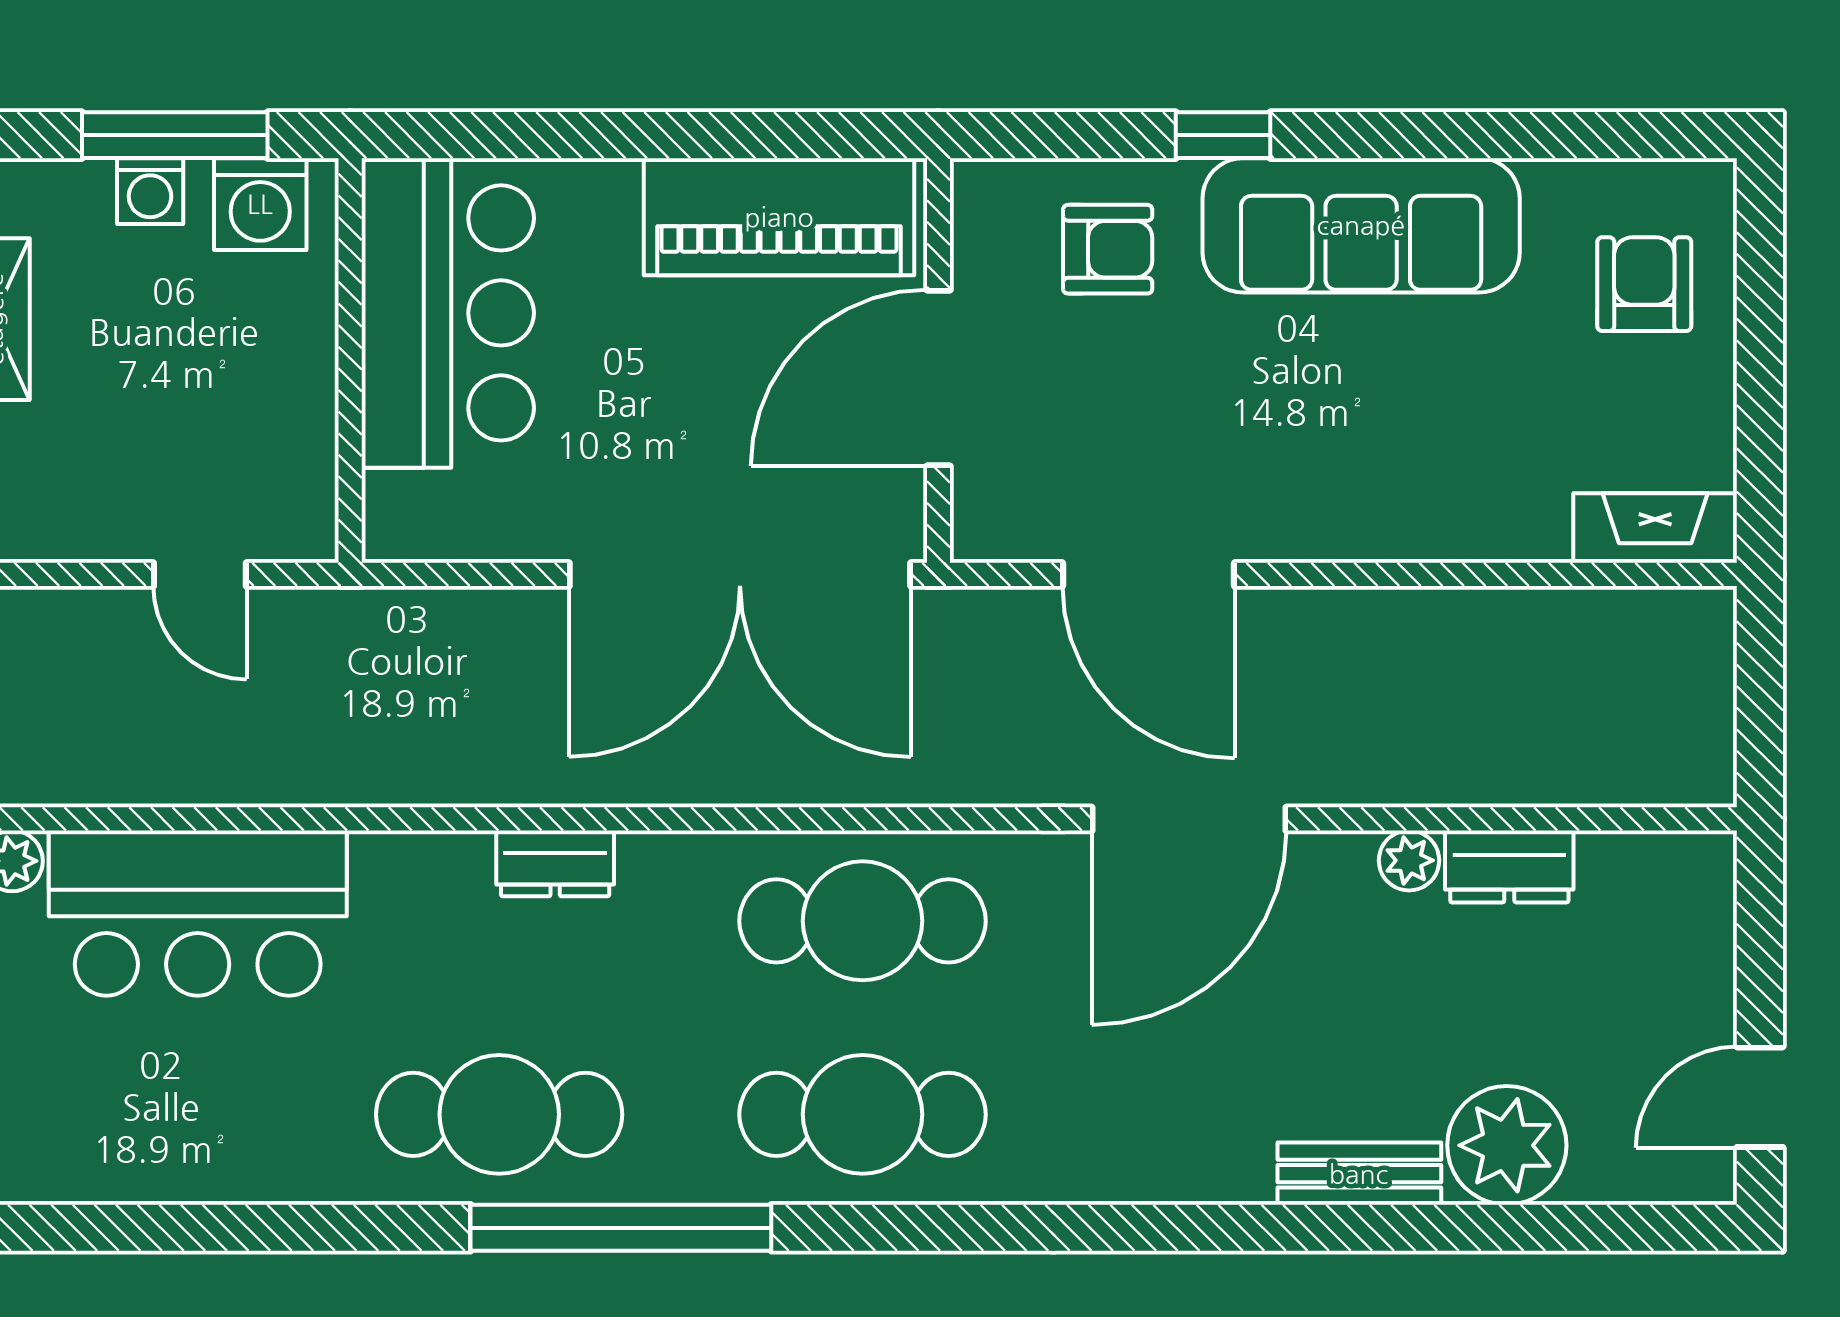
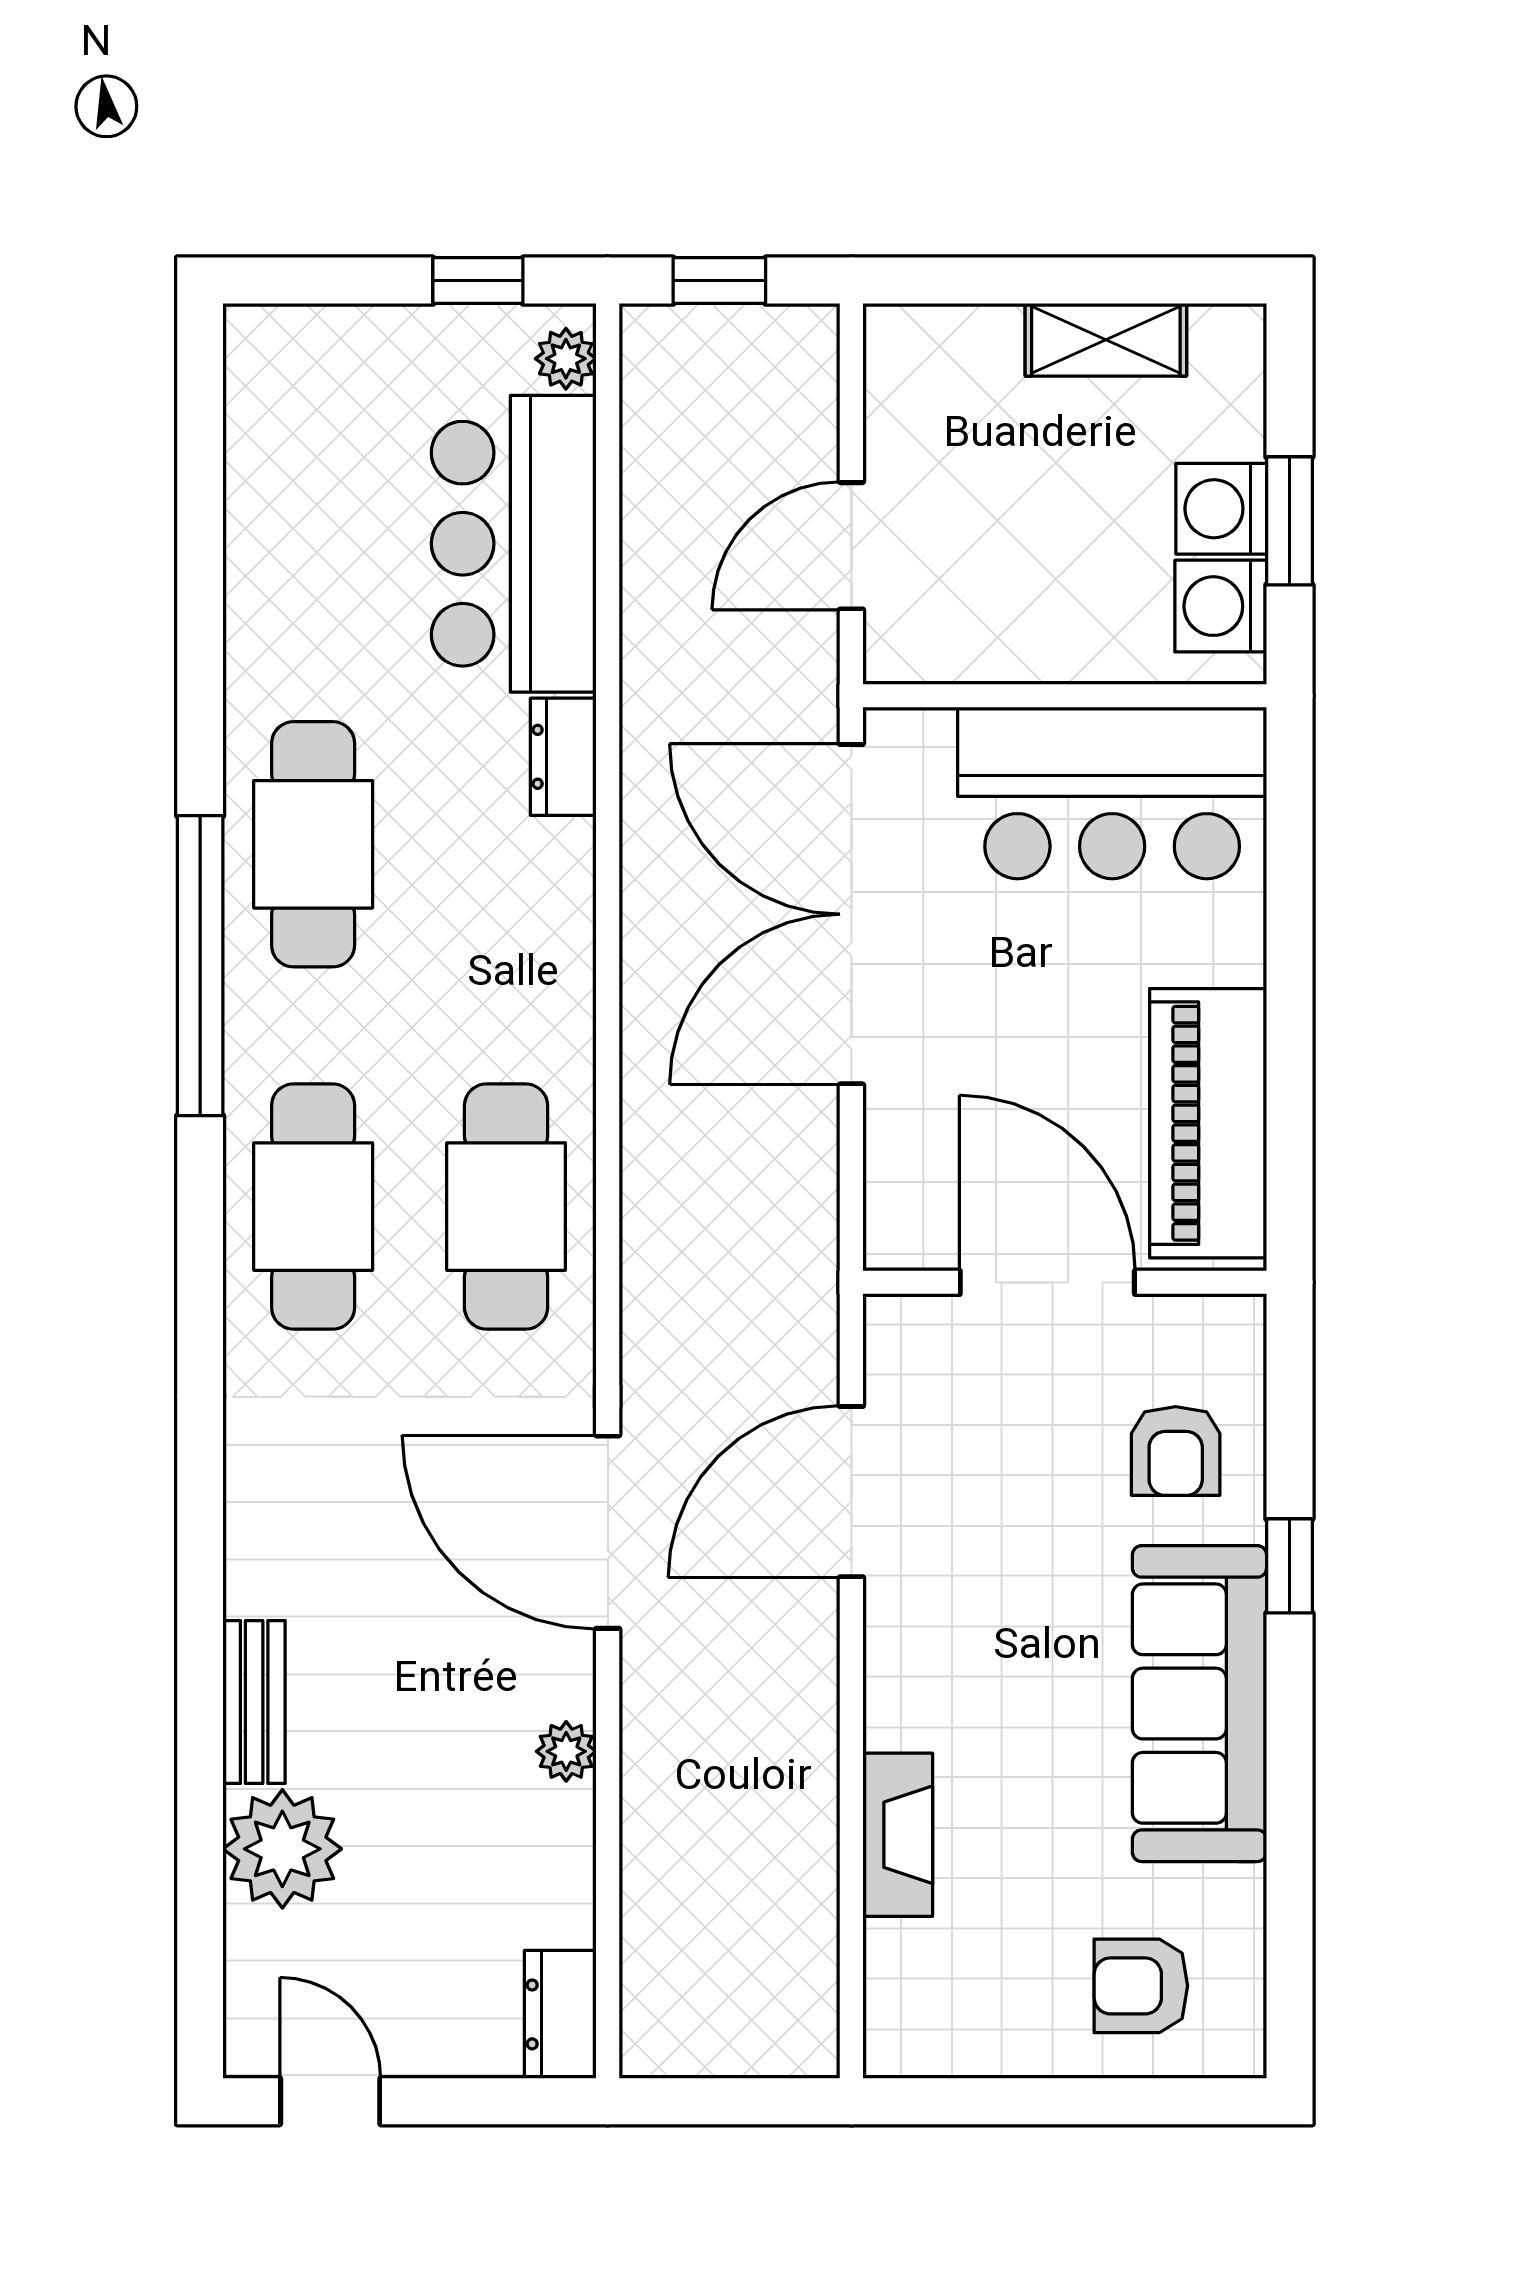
window: (175, 135) -> (1289, 521), width x0.69
washing machine: (150, 191) -> (1221, 509), width x1.38, depth x1.38
armchair: (1644, 284) -> (1141, 1986), turned 180
fireplace: (1655, 528) -> (898, 1835), moved
door: (200, 574) -> (851, 546), width x1.38
double door: (740, 574) -> (851, 914), moved
dresser: (555, 863) -> (563, 757), moved
dresser: (1509, 866) -> (560, 2014), moved

